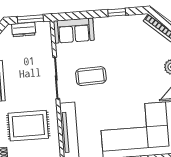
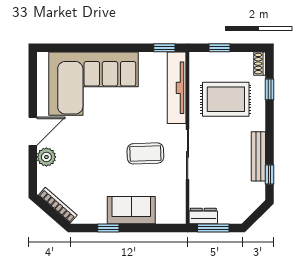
dresser: (24, 30) -> (203, 216), moved
sofa: (74, 31) -> (131, 210), moved

